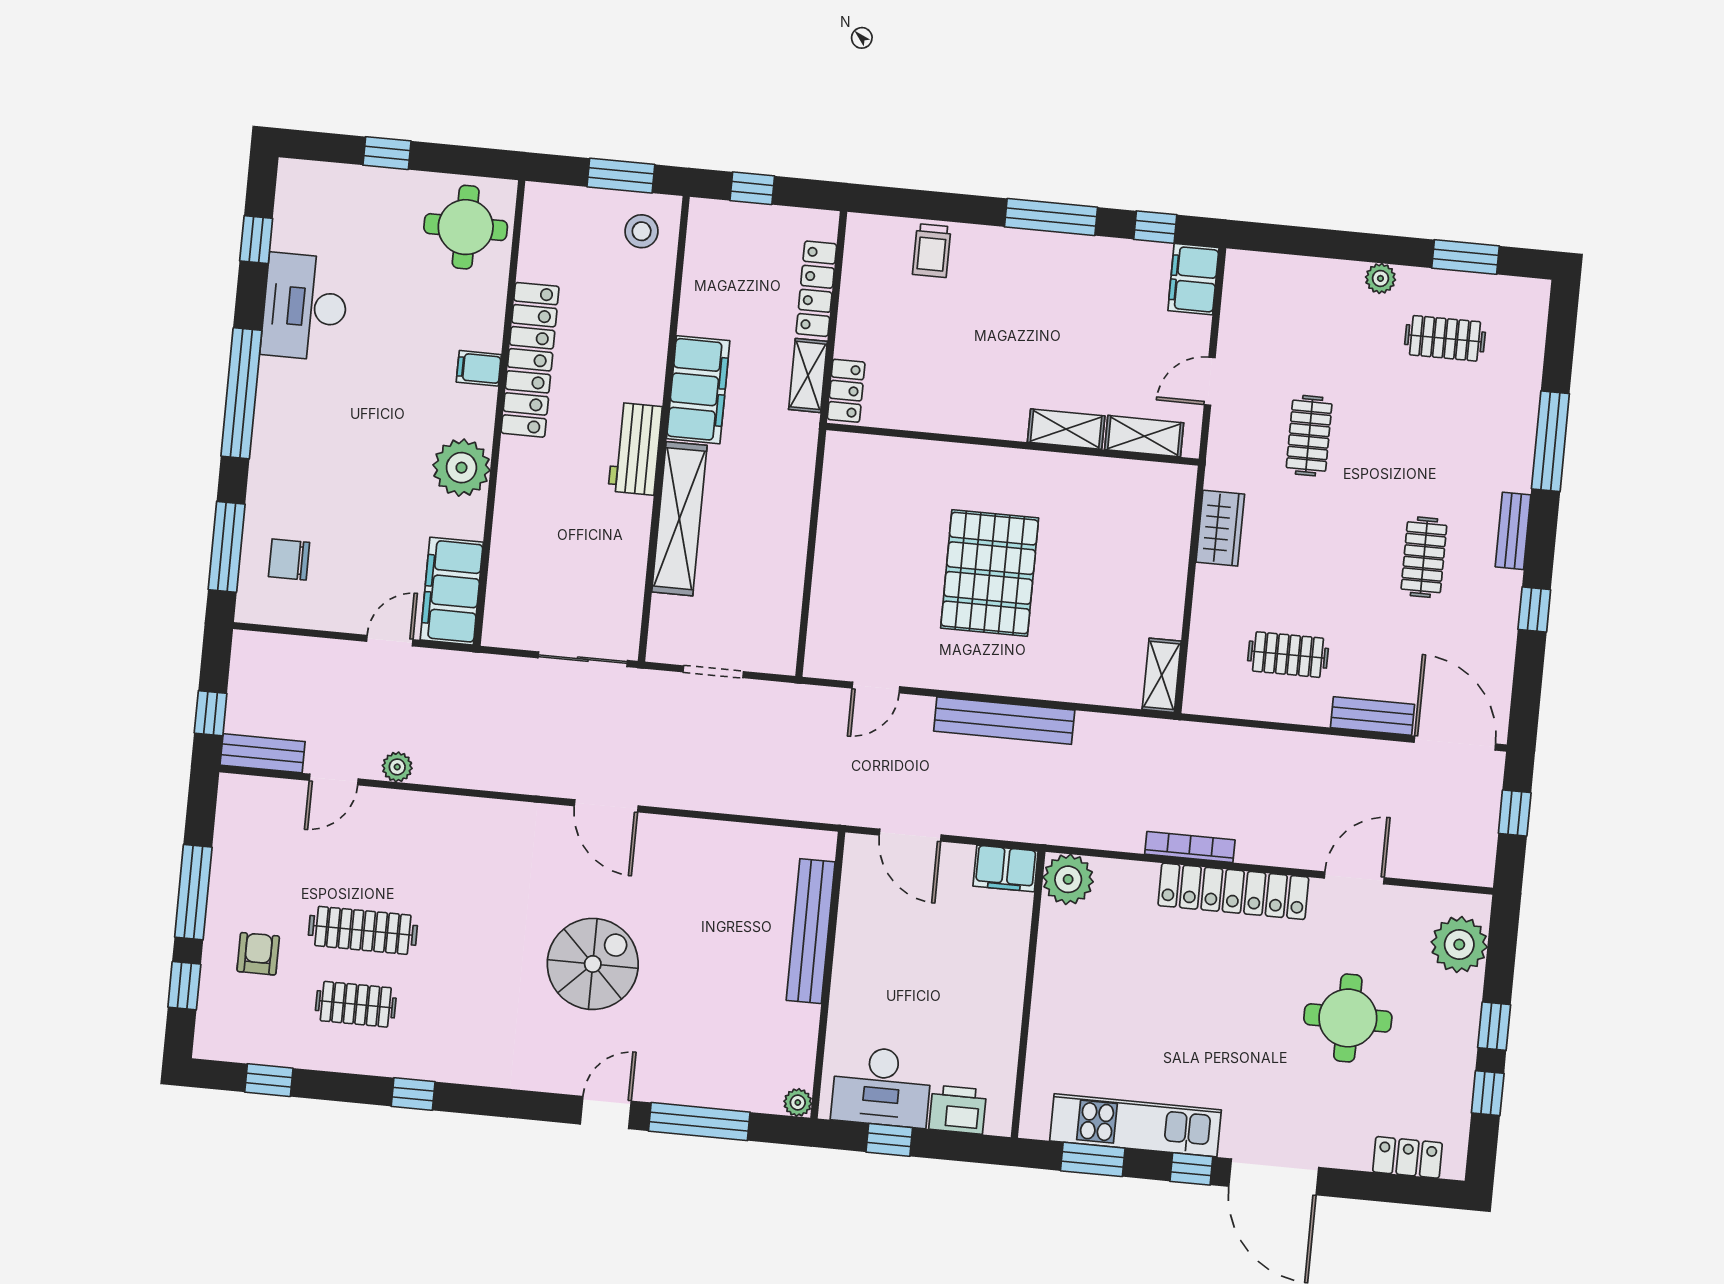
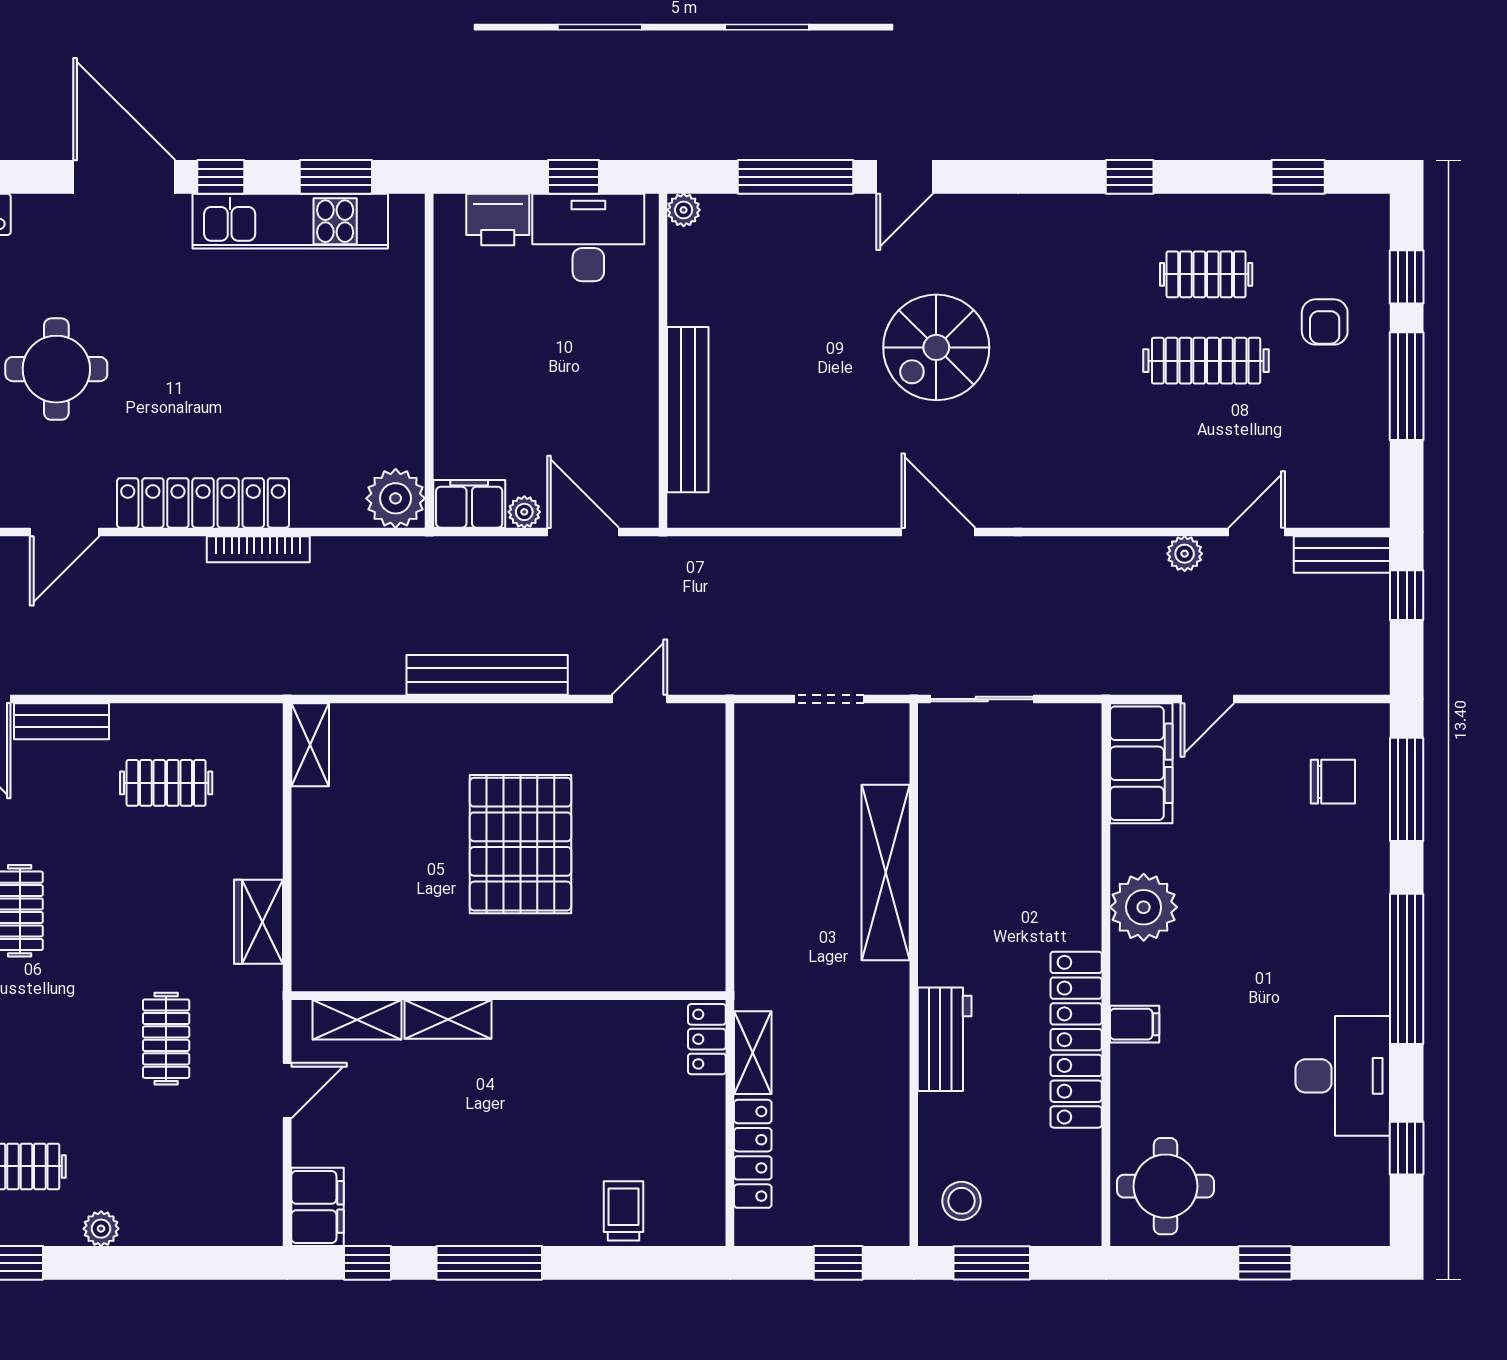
filing cabinet: (698, 390) -> (878, 1024), removed
workbench: (635, 449) -> (945, 1039), moved
plant: (959, 857) -> (524, 512), added

